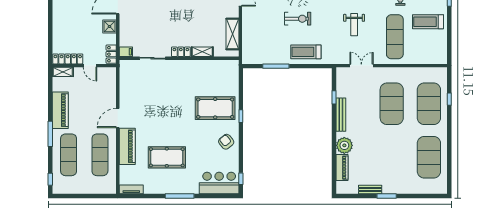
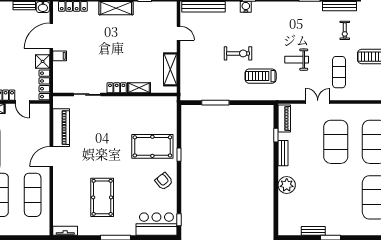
weight bench: (354, 25) -> (297, 60), turned 90
exercise mat: (395, 37) -> (339, 72), width x0.73, depth x0.69
filing cabinet: (126, 52) -> (60, 56), moved
treadmill: (306, 52) -> (261, 76), moved
locker: (111, 54) -> (44, 85), width x1.53
double door: (361, 66) -> (318, 102), moved
bench: (341, 115) -> (283, 153), width x0.73
piano: (127, 146) -> (61, 128), moved
pool table: (167, 157) -> (102, 197), turned 90
piano: (342, 168) -> (284, 118), moved

